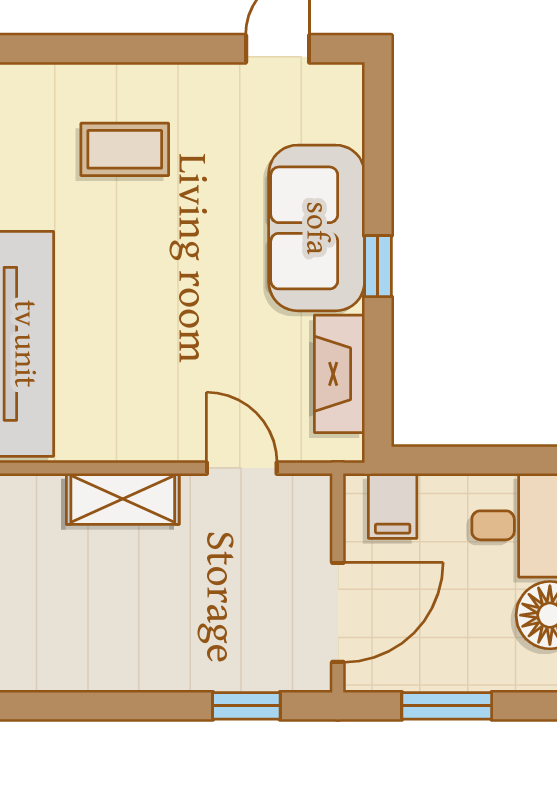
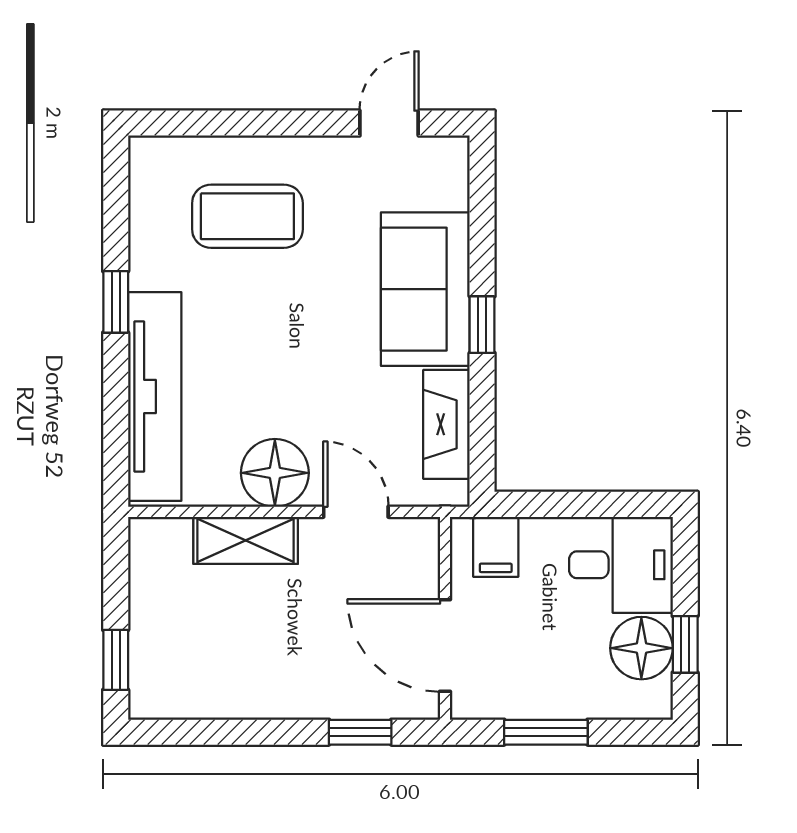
coffee table: (125, 149) -> (247, 216), width x1.36, depth x1.30
floor lamp: (154, 426) -> (275, 473), added
door: (338, 612) -> (445, 646), swing flipped

